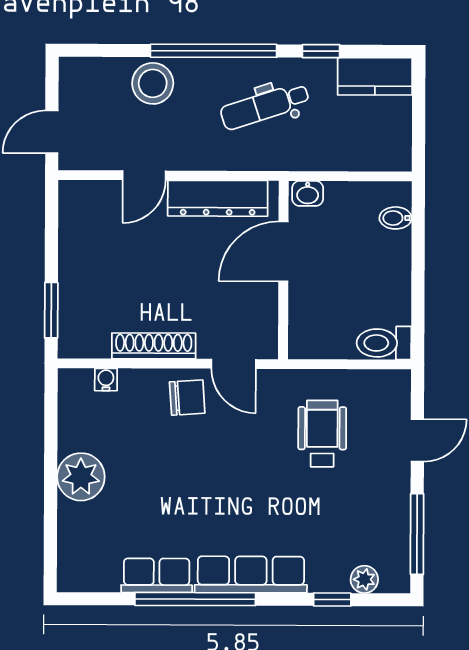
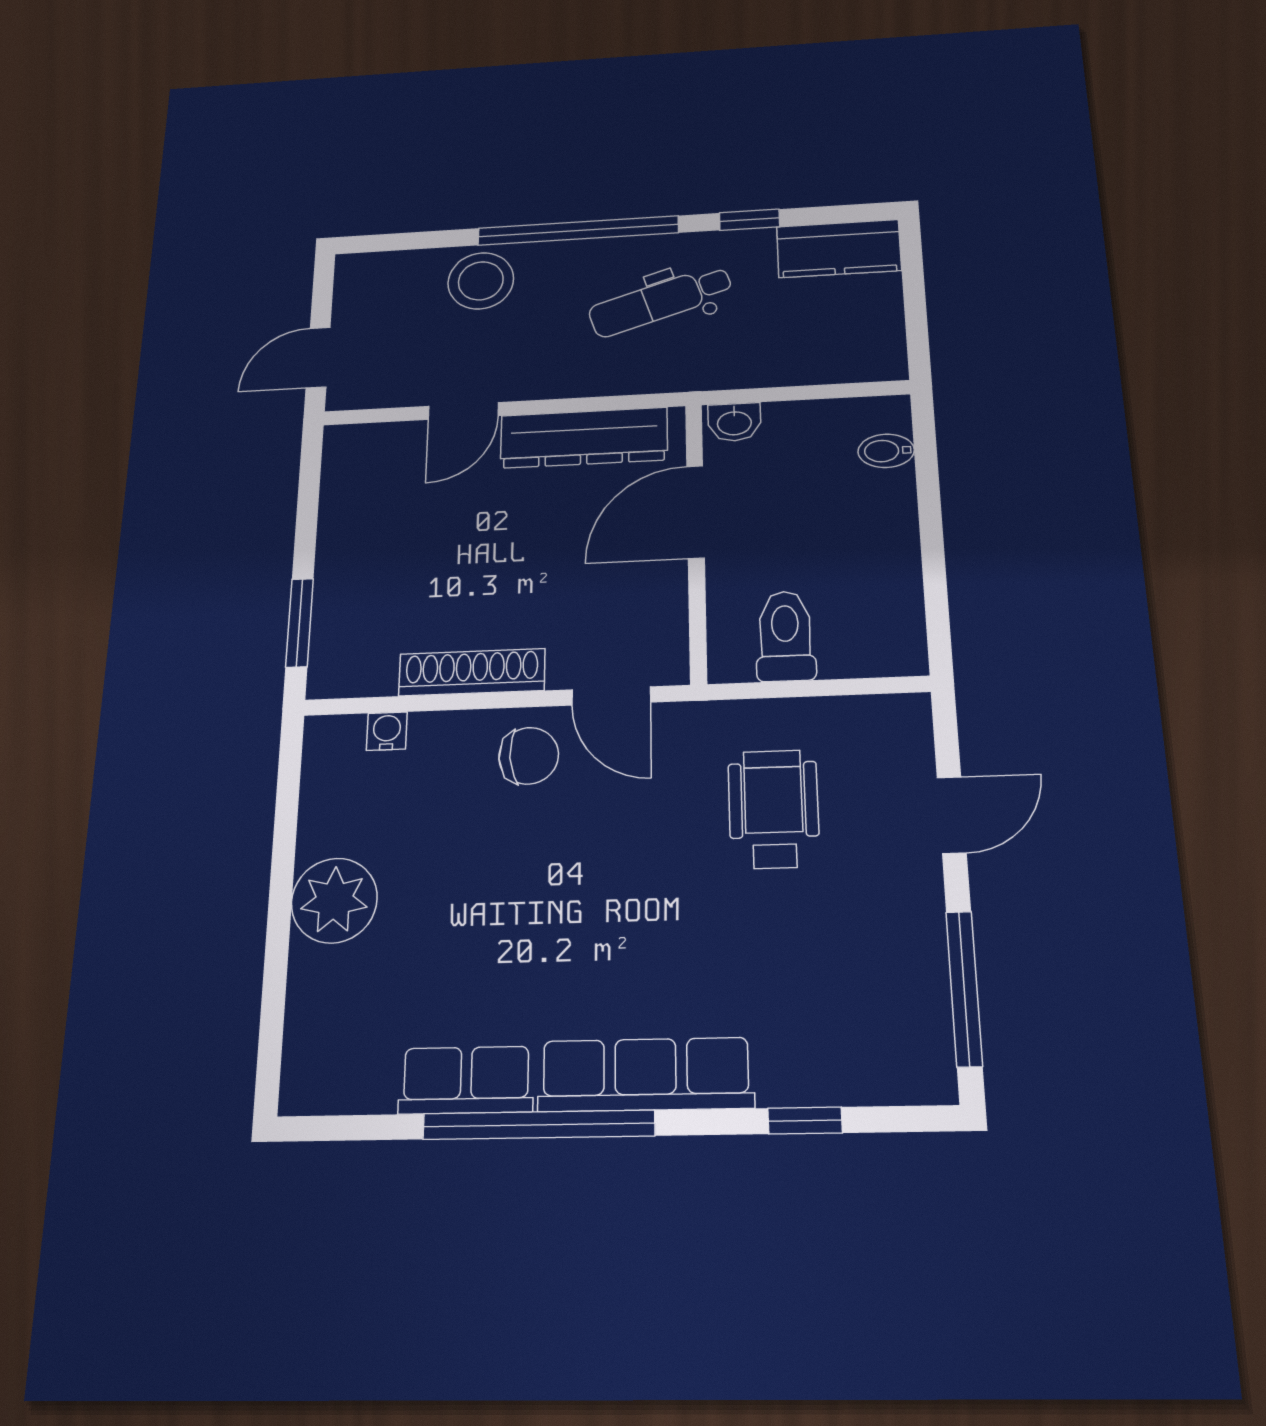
toilet: (384, 343) -> (785, 636), moved, turned 90
plant: (364, 579) -> (866, 1079), removed

